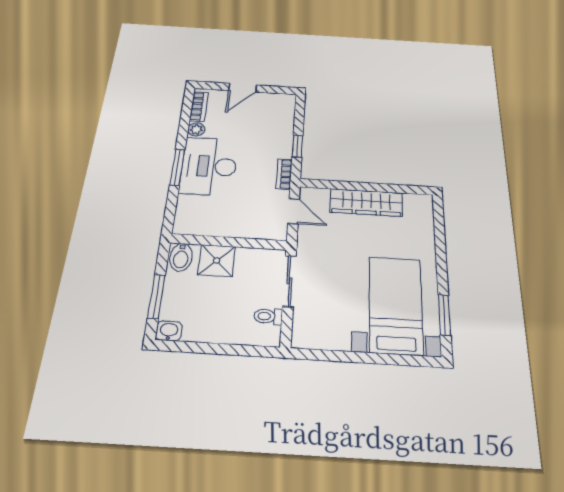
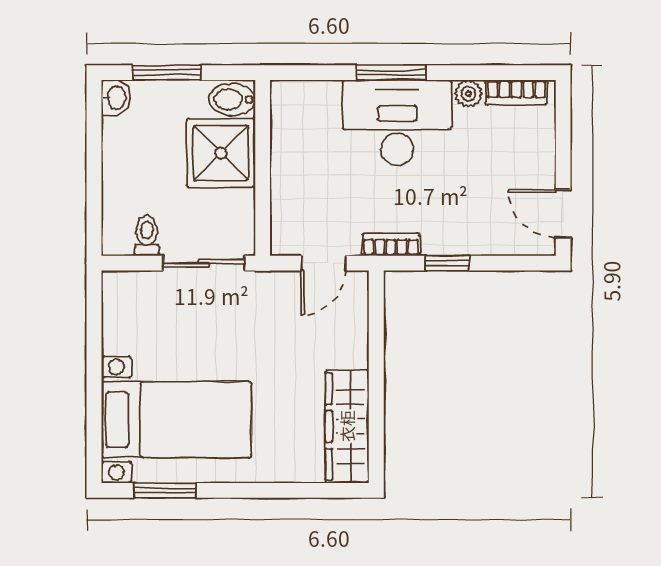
door: (243, 88) -> (563, 213), moved
wardrobe: (366, 202) -> (347, 426), moved
shower: (217, 261) -> (221, 153), width x1.36, depth x1.36

